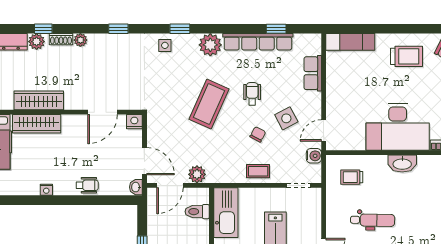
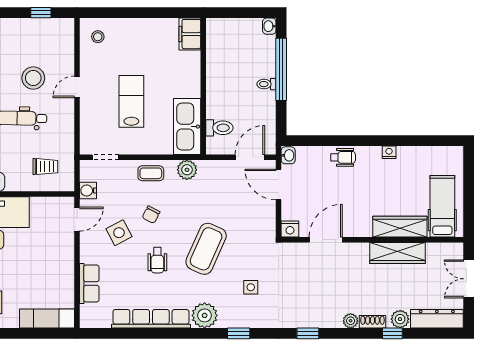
window: (276, 29) -> (130, 333), removed
side table: (165, 45) -> (251, 287), moved
plant: (197, 174) -> (187, 170), moved
wheelchair: (87, 185) -> (343, 157), turned 180

